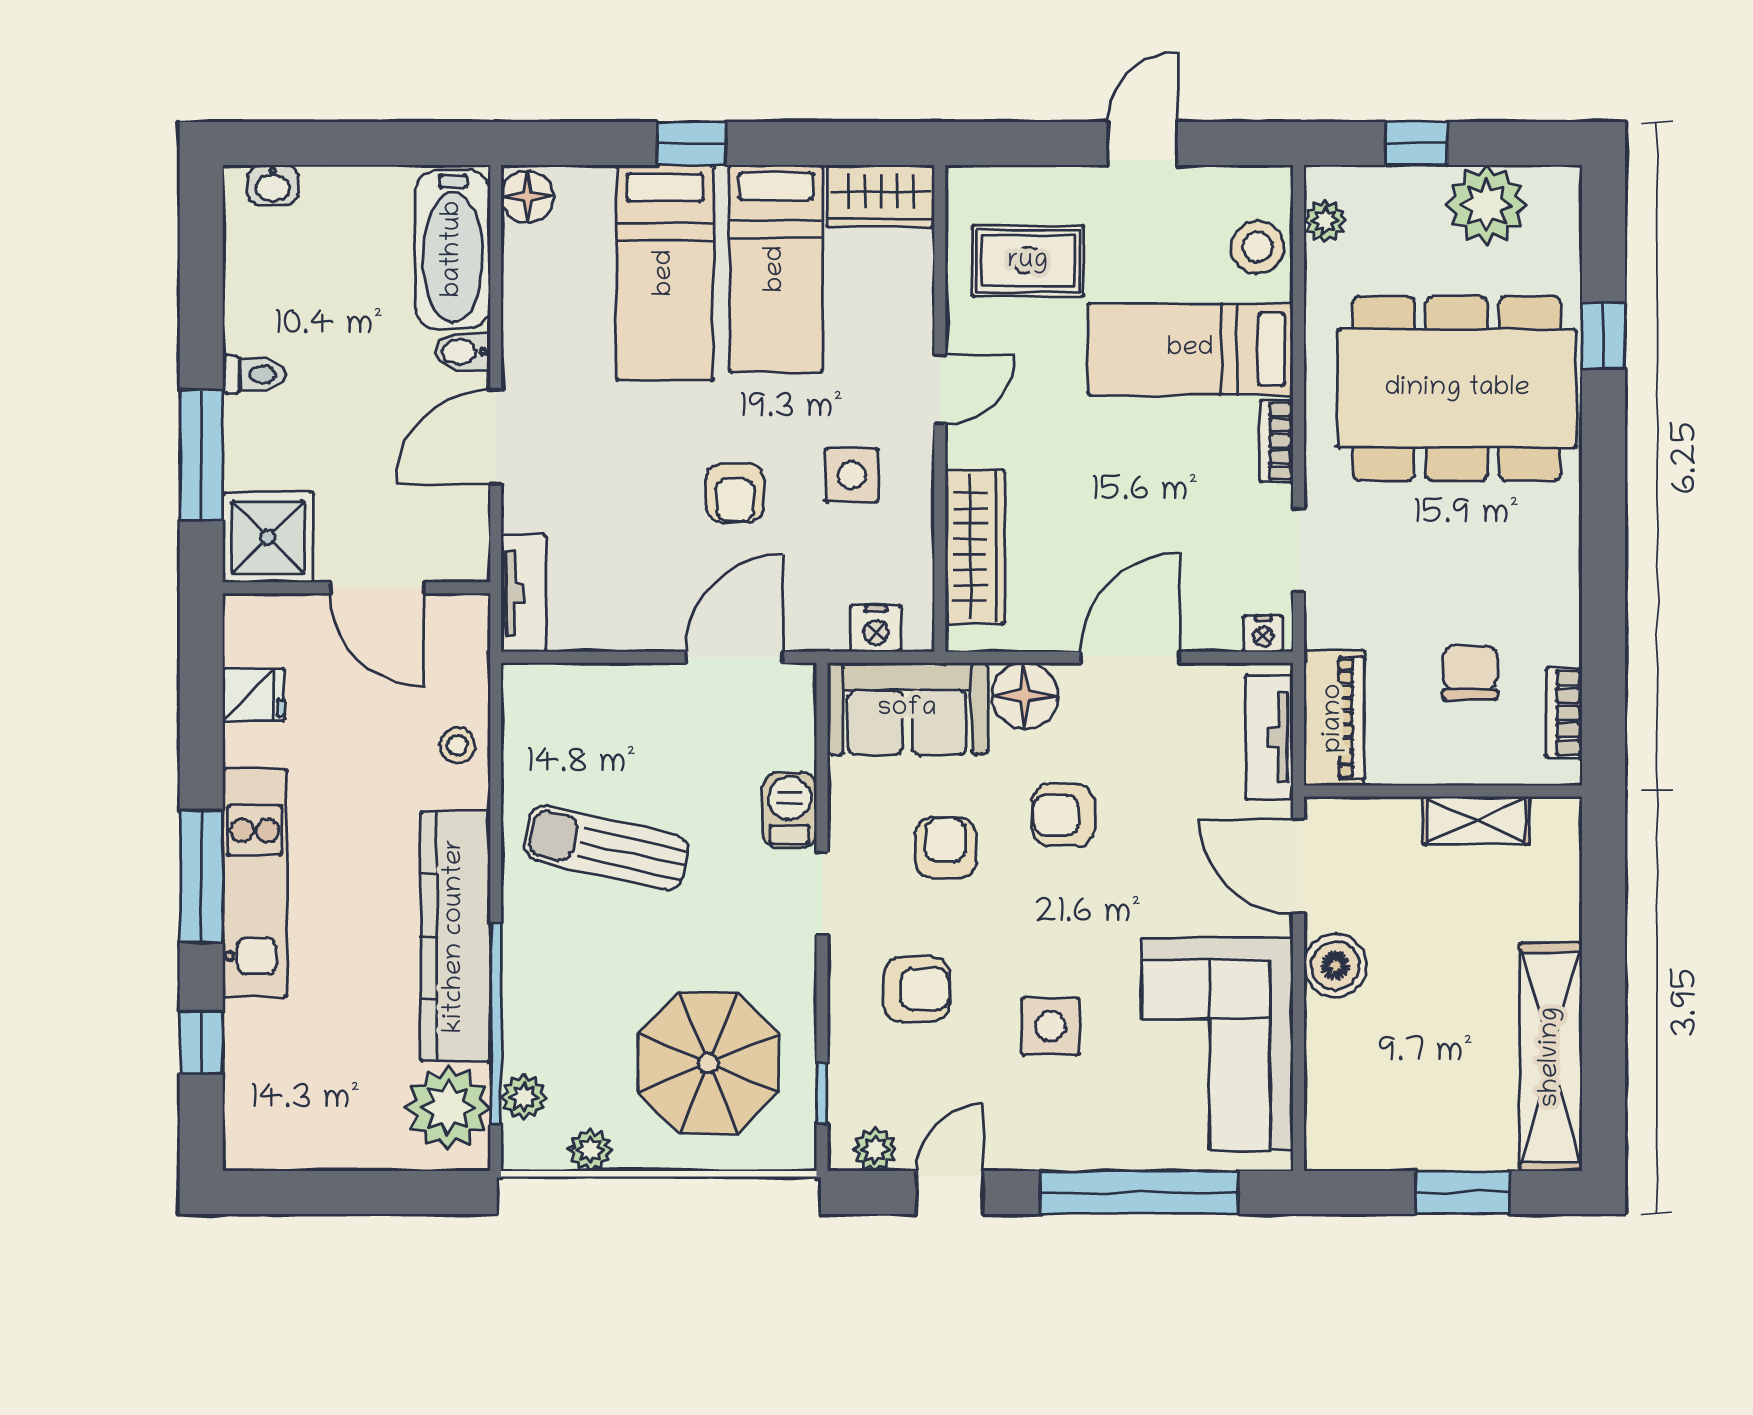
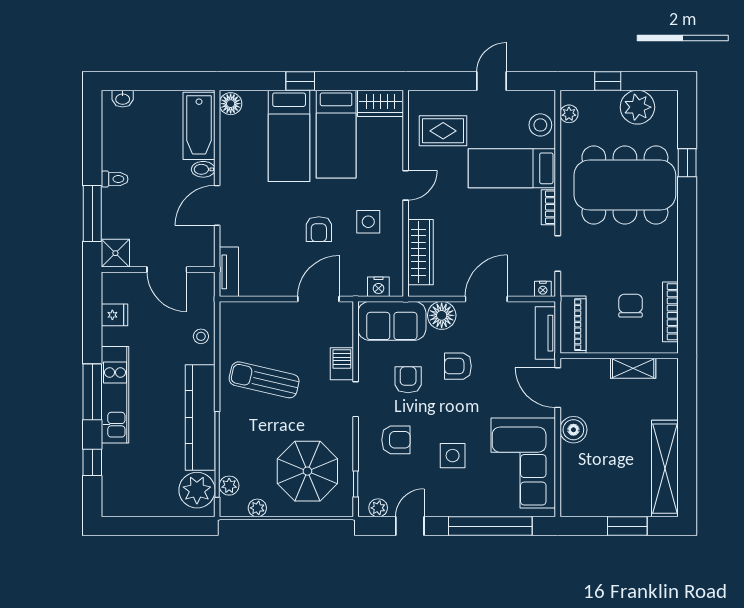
shower: (268, 537) -> (115, 253), width x0.73, depth x0.73
bookcase: (1564, 713) -> (670, 312), width x1.56

